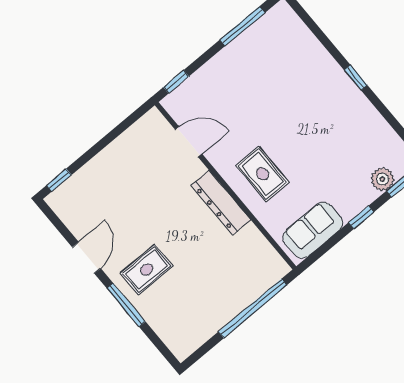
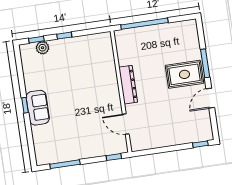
rug: (262, 174) -> (99, 86), removed
sofa: (313, 230) -> (38, 108), moved, turned -90
rug: (147, 270) -> (184, 74), width x1.36, depth x1.43

